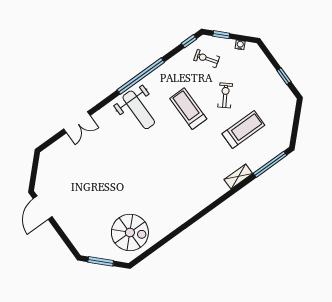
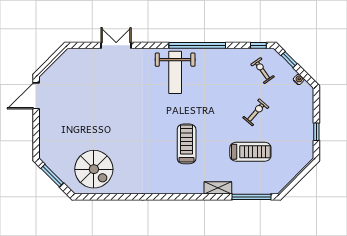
treadmill: (188, 109) -> (187, 144), moved
double door: (77, 122) -> (116, 45), swing flipped

